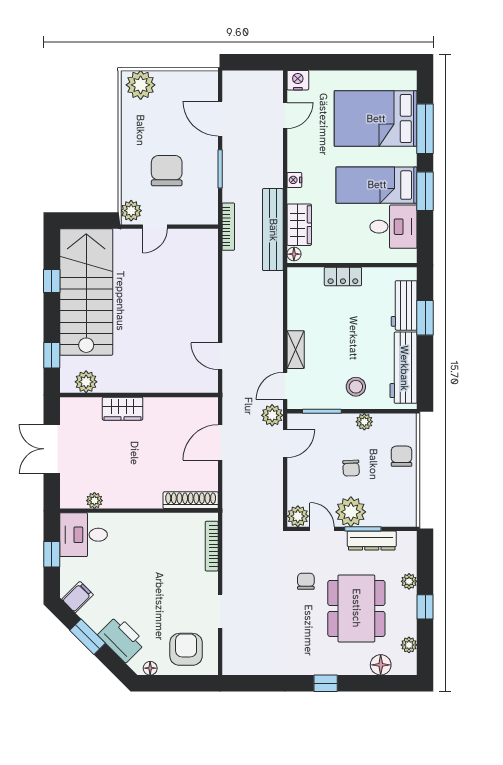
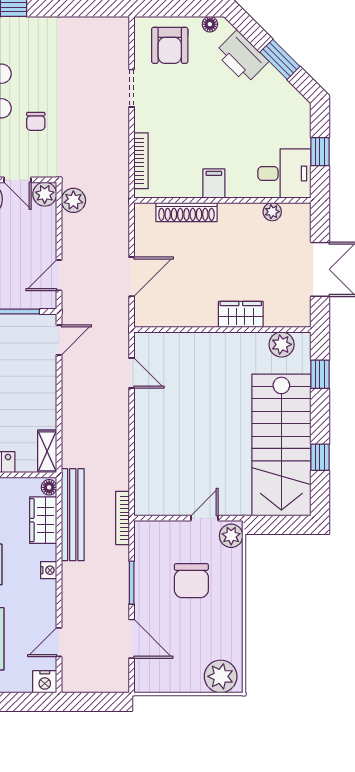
shelving: (296, 350) -> (47, 451), moved
plant: (272, 415) -> (73, 200), moved
shoe rack: (191, 500) -> (186, 212), moved
filing cabinet: (78, 597) -> (214, 184), moved, turned 135

